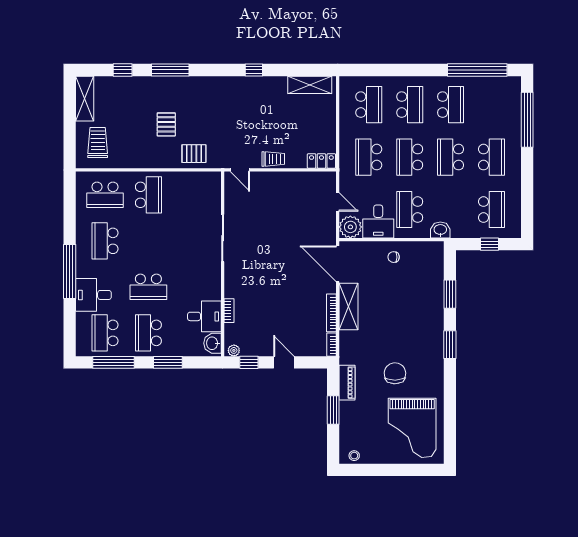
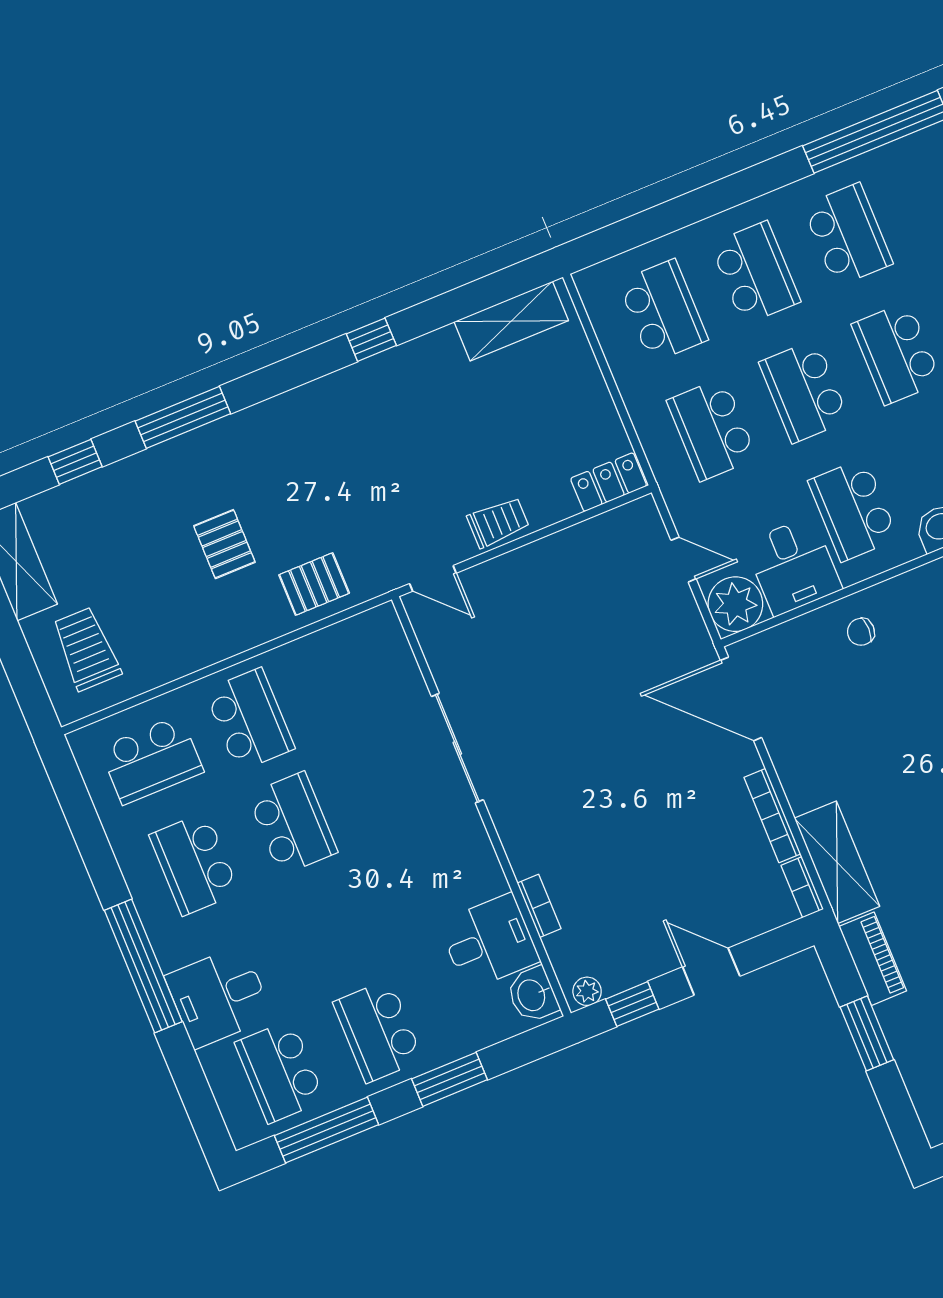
school desk: (148, 287) -> (292, 823), moved, turned -90
shelving: (349, 306) -> (837, 862), moved

